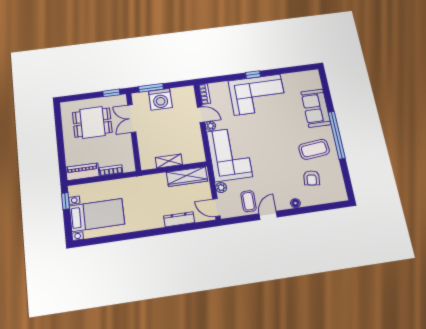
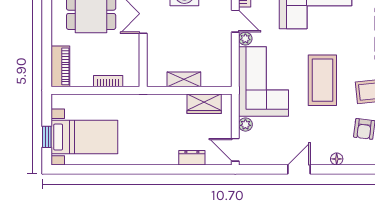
piano: (82, 172) -> (60, 66), moved, turned 90
wardrobe: (187, 177) -> (204, 104), width x0.67
window: (66, 201) -> (47, 137), moved
coffee table: (249, 201) -> (322, 80), moved, width x1.86, depth x1.72
dresser: (179, 219) -> (192, 158), width x0.70

